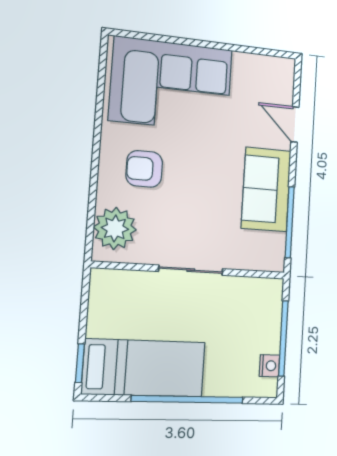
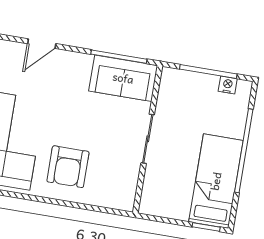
armchair: (144, 169) -> (68, 167), width x1.38, depth x1.38
sofa: (266, 189) -> (123, 78), moved
plant: (115, 228) -> (111, 193), removed

